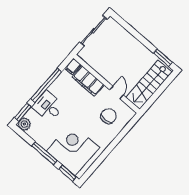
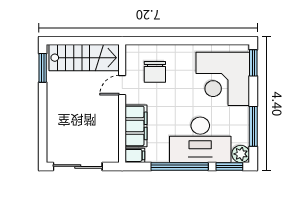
desk: (48, 106) -> (200, 140), width x1.87, depth x1.30
chair: (108, 116) -> (155, 72), turned -90
window: (44, 153) -> (253, 126), moved

